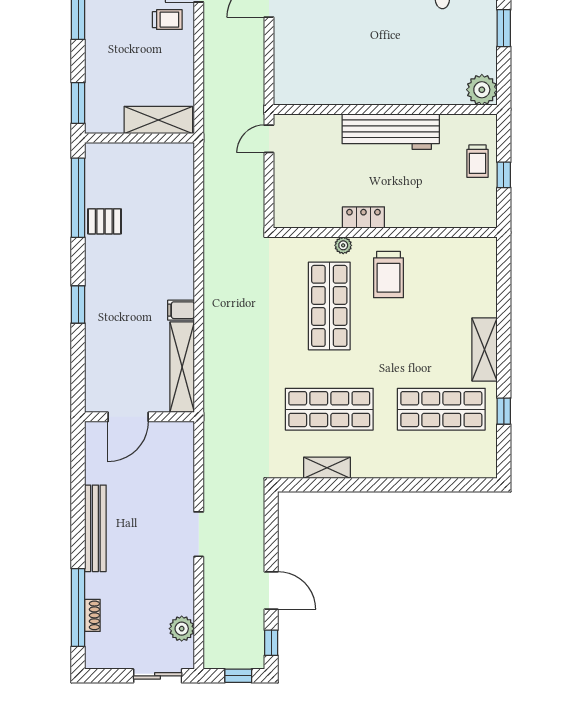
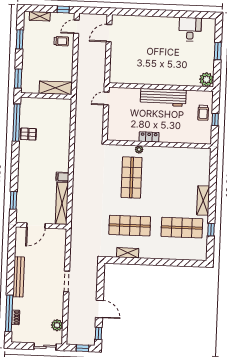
trolley: (389, 275) -> (160, 164), removed
window: (78, 304) -> (13, 200), moved

